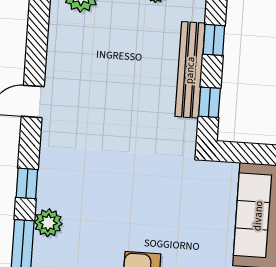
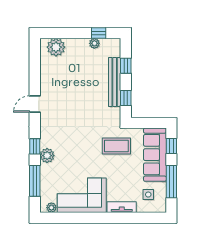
coffee table: (185, 194) -> (116, 146), added
plant: (48, 223) -> (47, 156), moved

